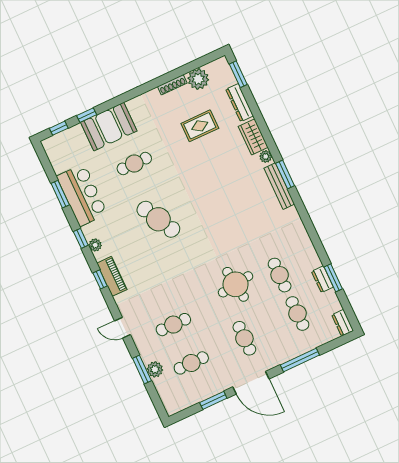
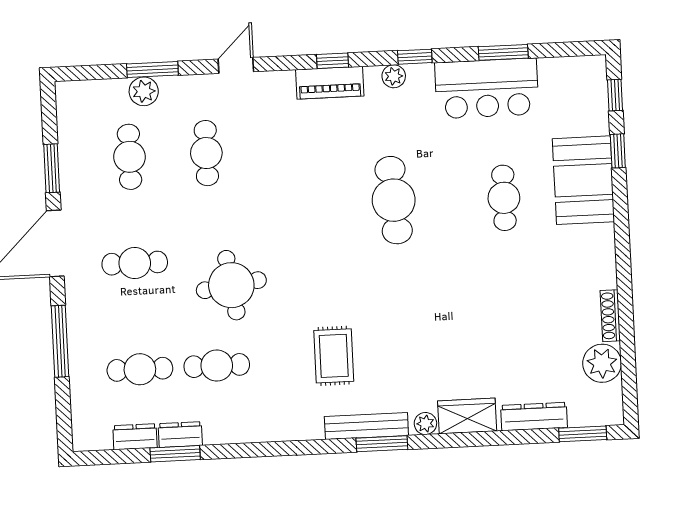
rug: (200, 126) -> (334, 356), moved
cafe table: (158, 219) -> (394, 200), turned -66
dresser: (343, 323) -> (135, 437), moved

